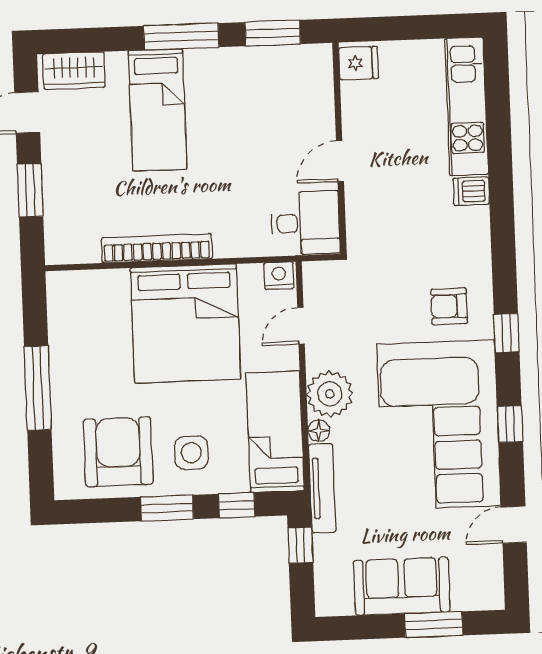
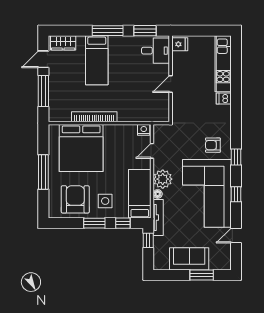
window: (30, 190) -> (43, 91), width x1.44
desk: (306, 223) -> (155, 51), moved
bed: (186, 323) -> (81, 148), moved

